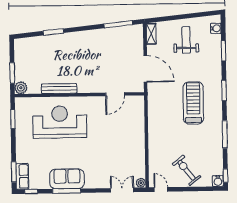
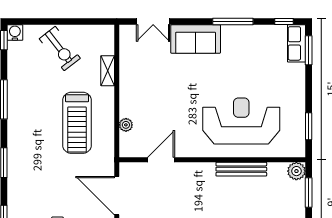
treadmill: (193, 103) -> (77, 123), moved
reception desk: (60, 122) -> (241, 121), turned 180
shelving: (153, 155) -> (108, 71), added
sofa: (67, 179) -> (196, 39), moved
plant: (141, 183) -> (126, 125), moved
door: (161, 189) -> (97, 22), removed

